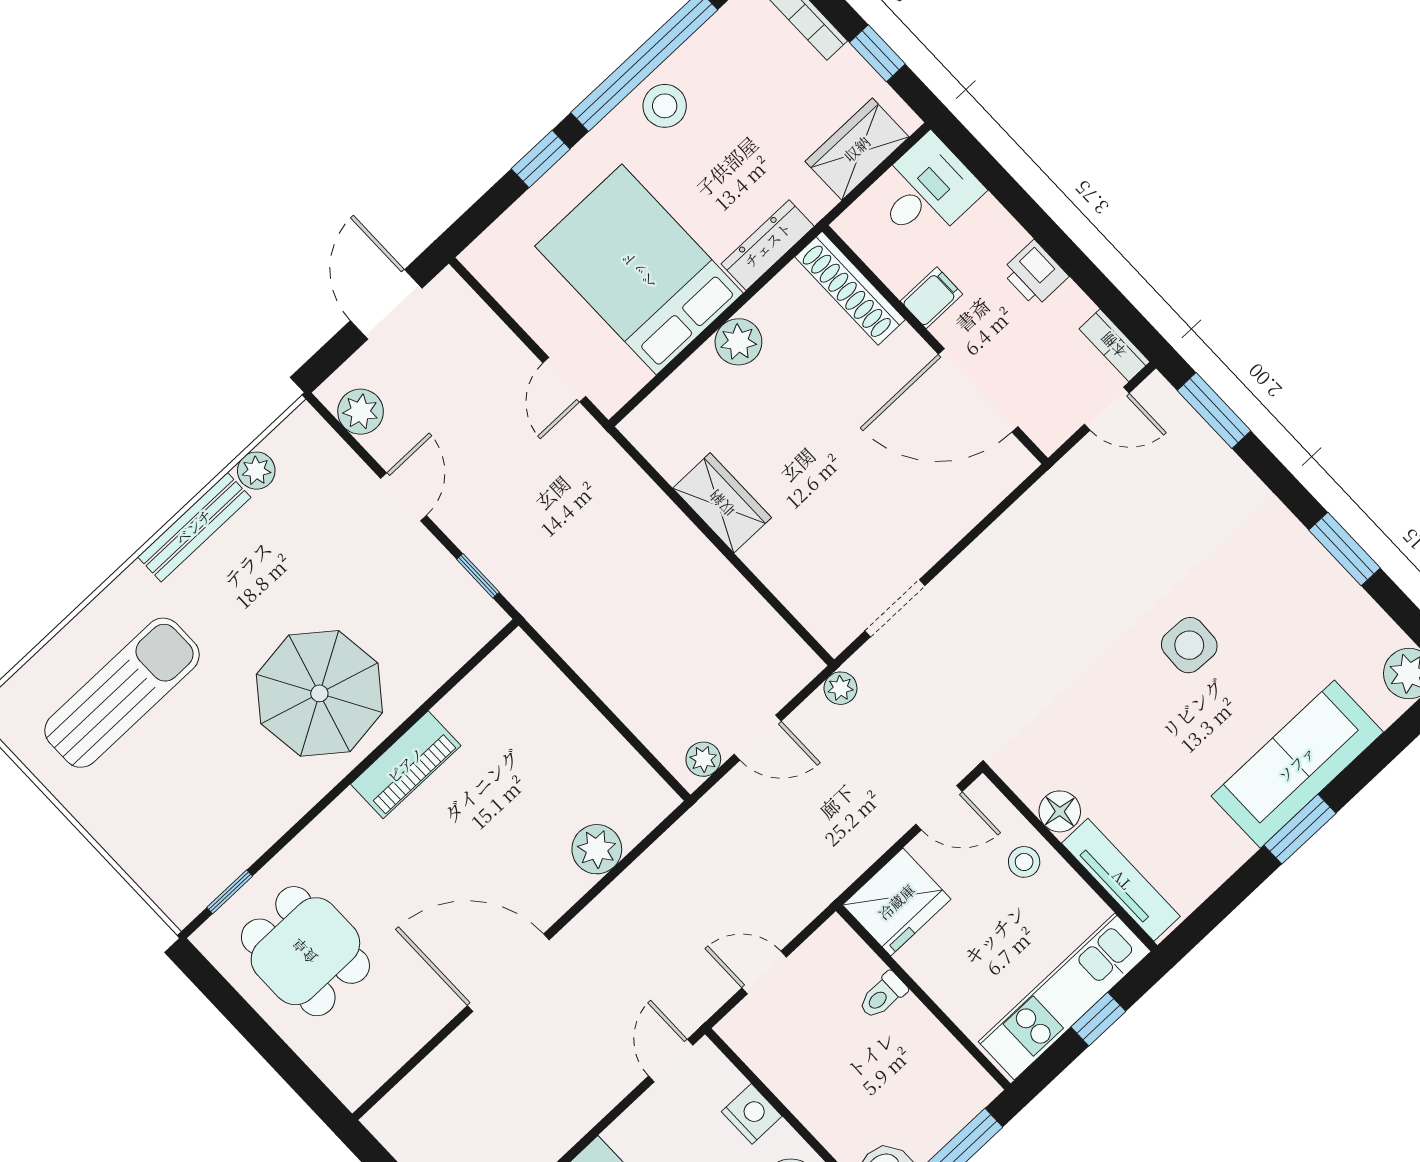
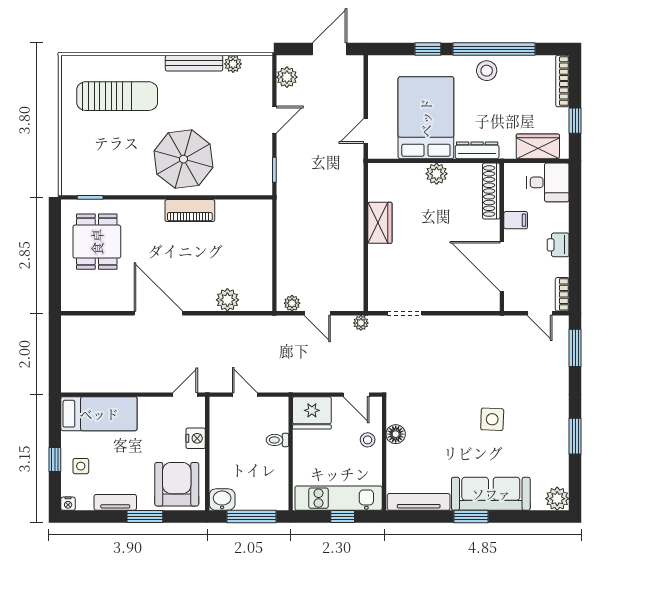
tv unit: (1121, 880) -> (419, 502), moved, turned -90

